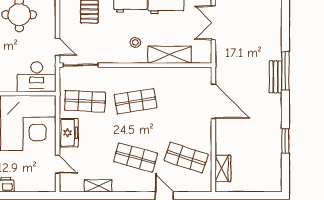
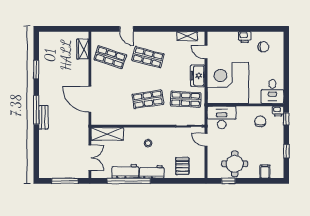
shelving: (170, 55) -> (107, 134), moved
window: (285, 71) -> (36, 110), moved
shelving: (98, 186) -> (187, 36), moved

